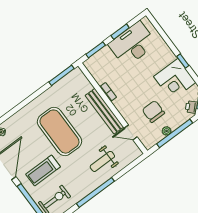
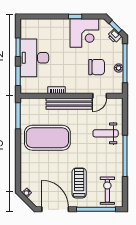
desk: (133, 44) -> (34, 58), moved
chair: (153, 111) -> (97, 67), turned 180
exercise mat: (59, 132) -> (47, 138), moved
weight bench: (102, 161) -> (106, 133), turned 90
treadmill: (43, 170) -> (79, 183), turned 180

